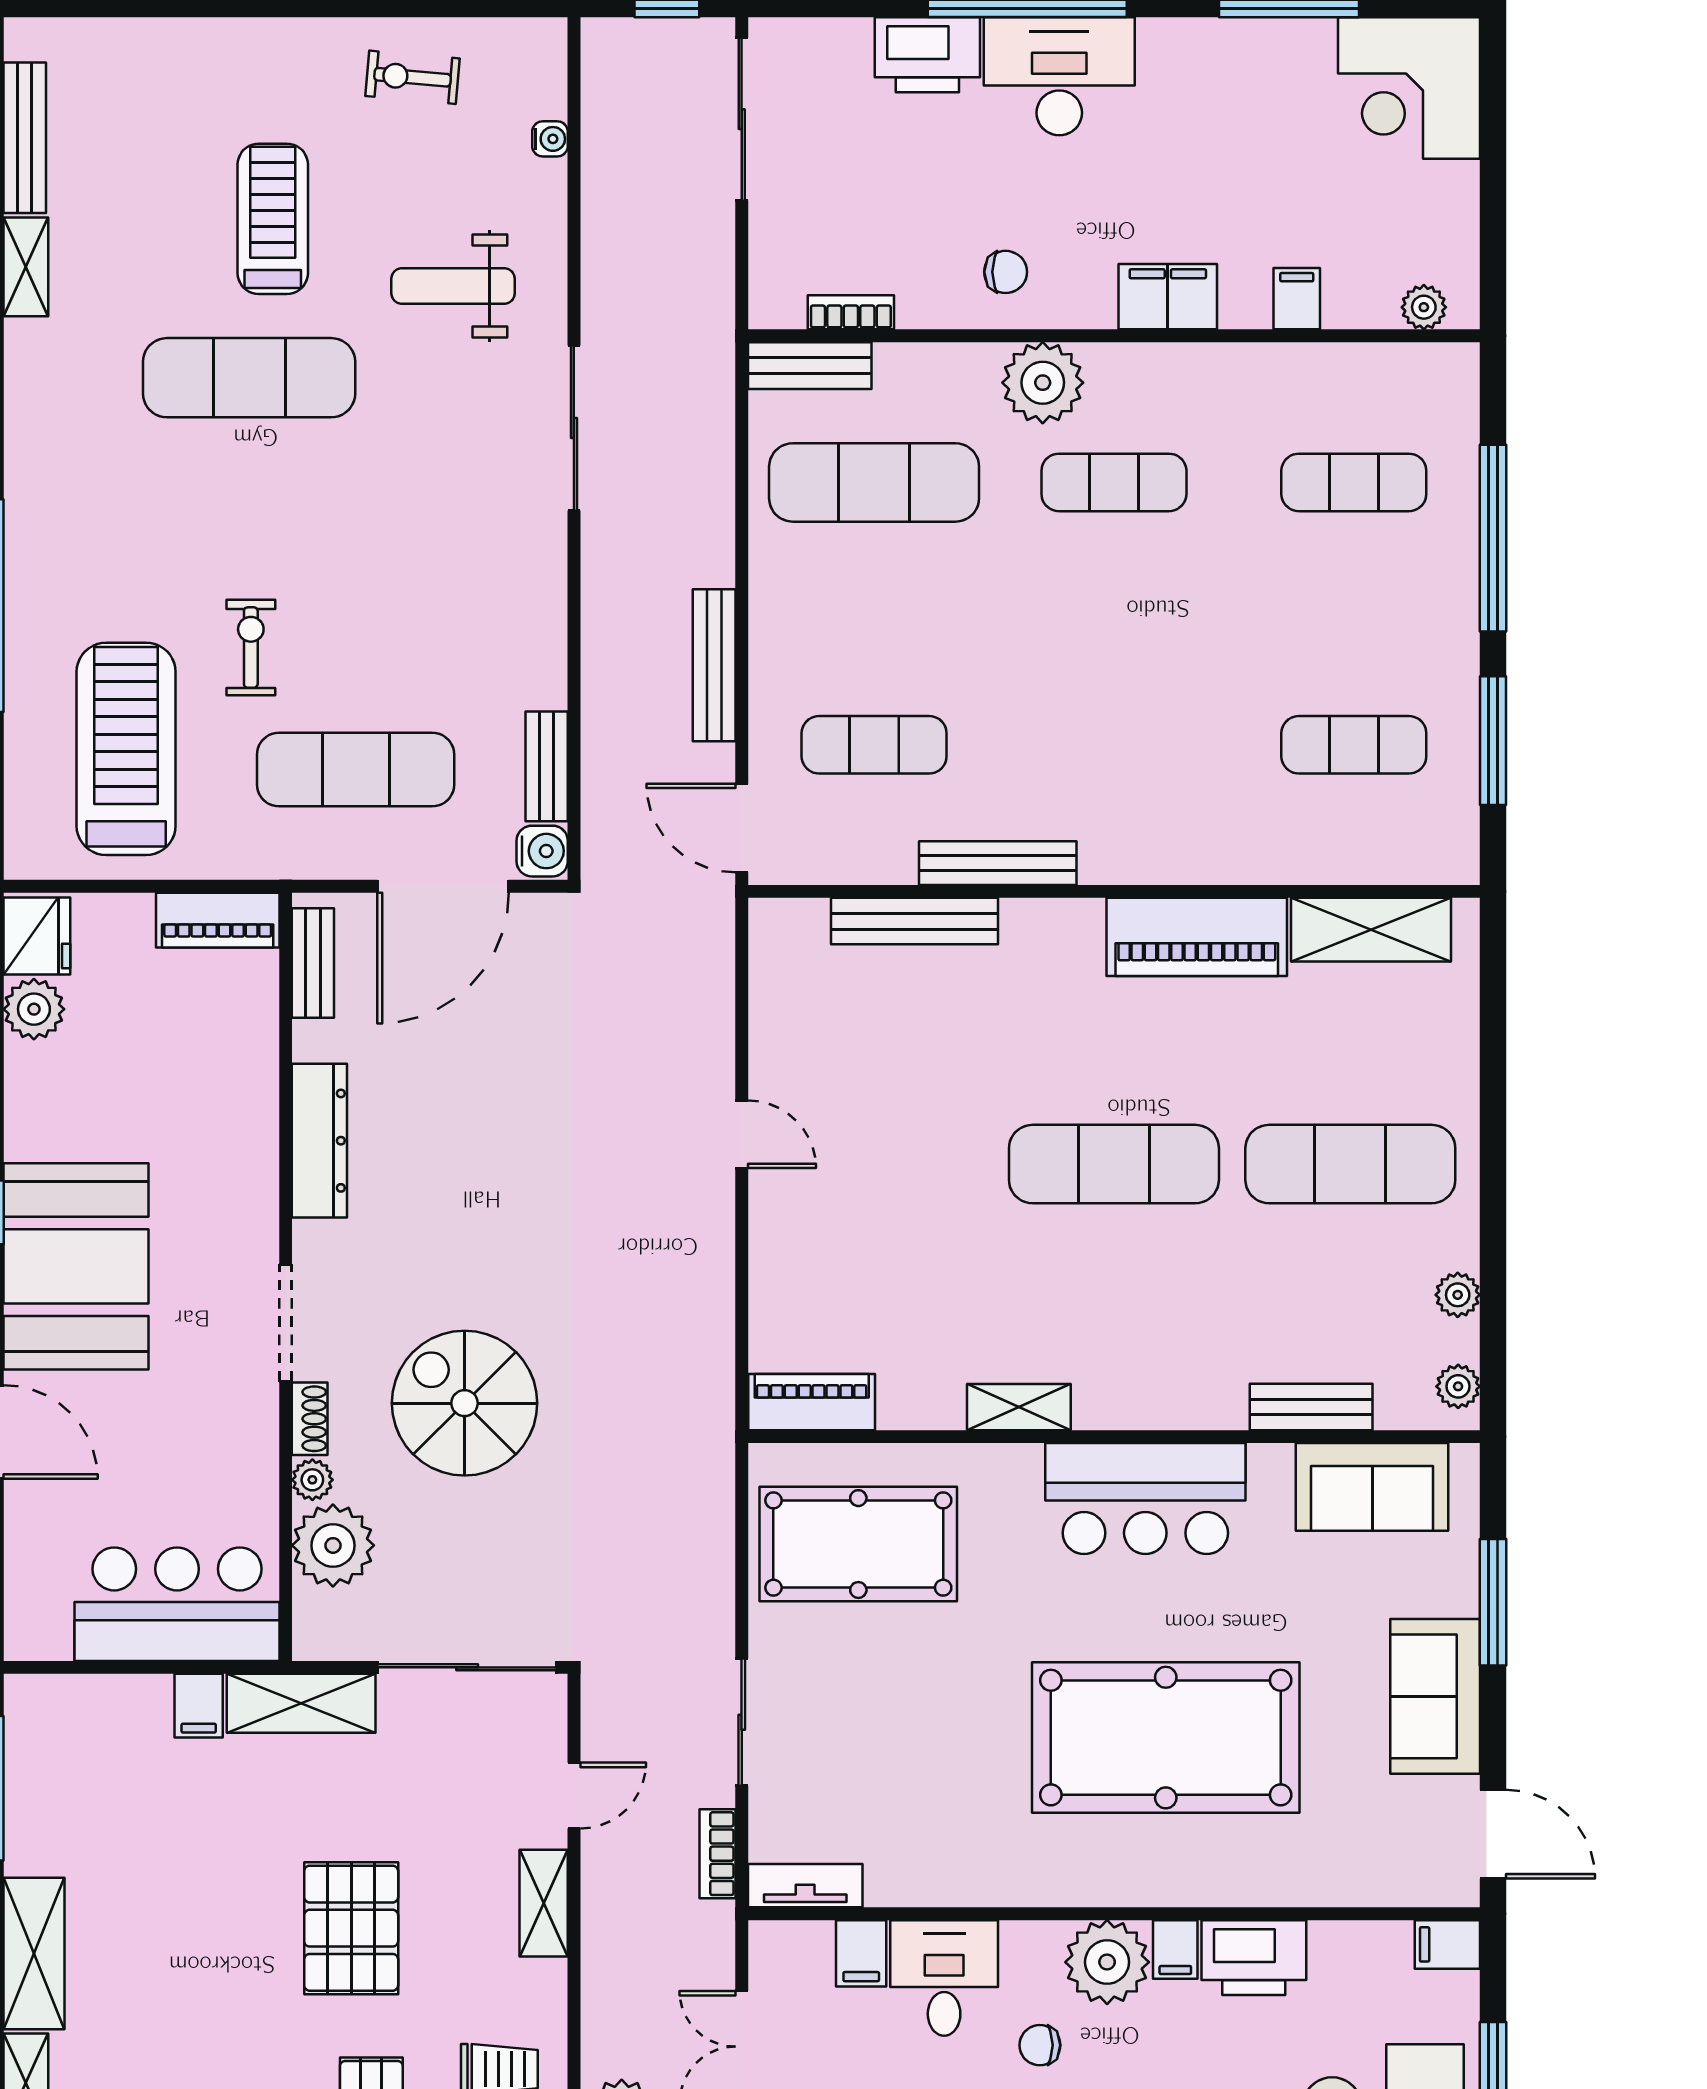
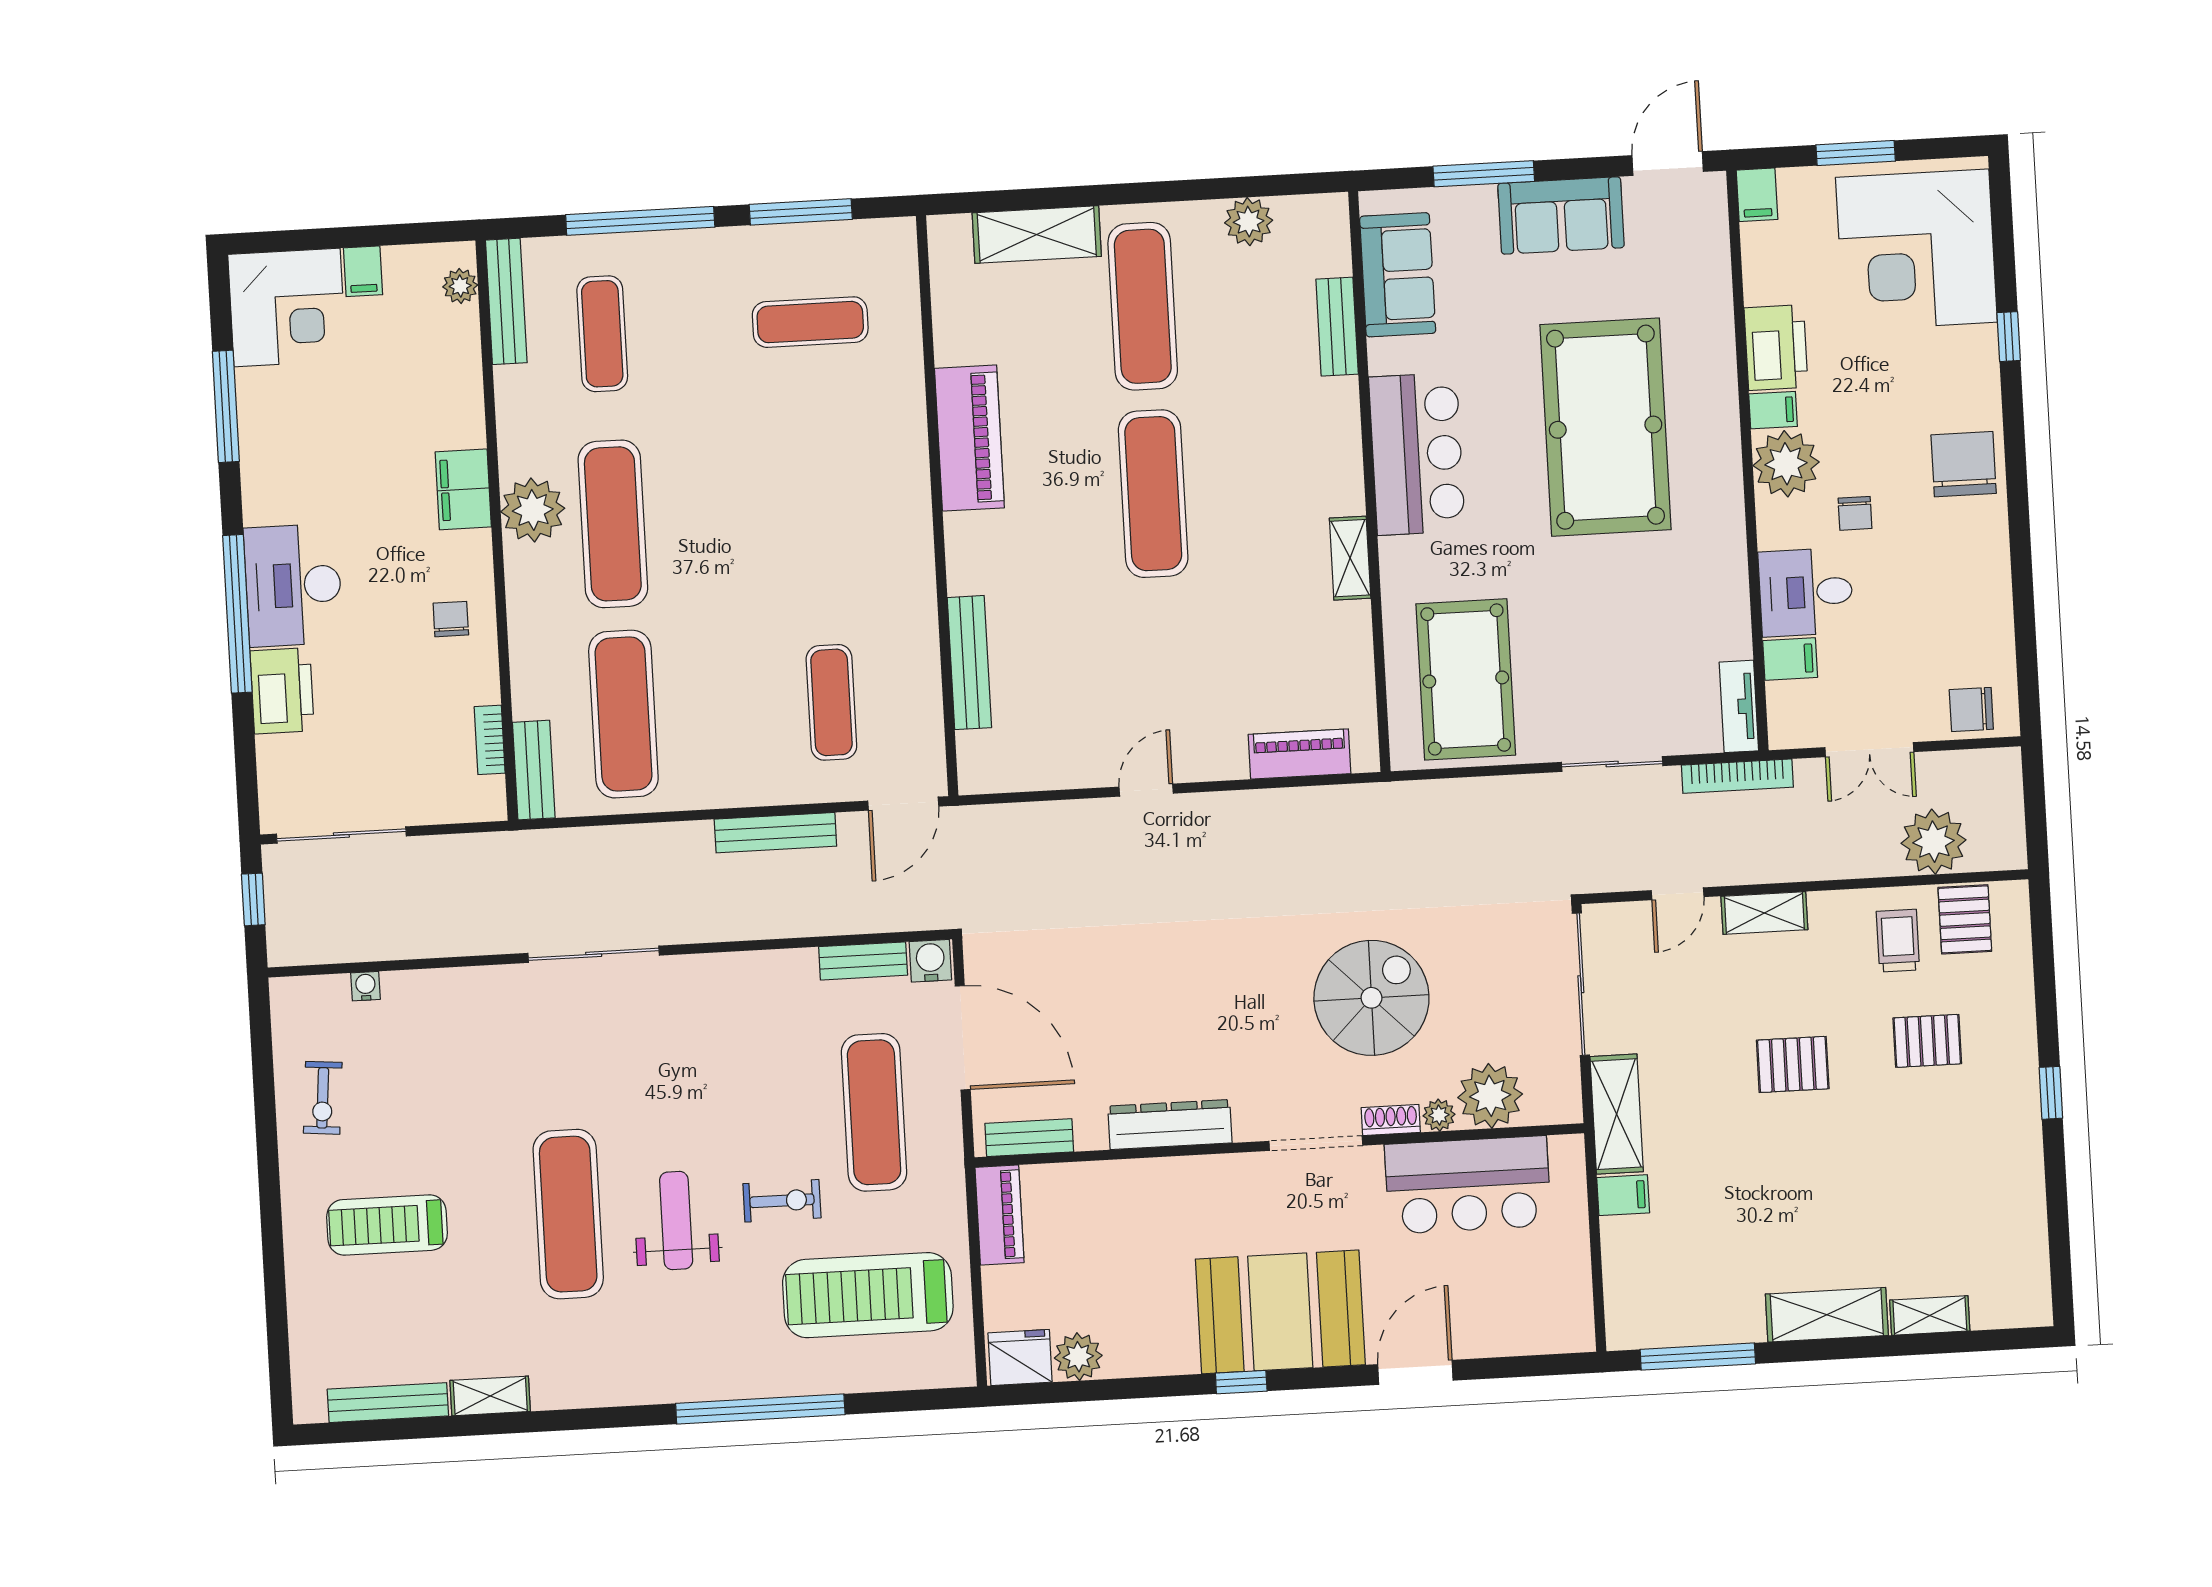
treadmill: (273, 219) -> (387, 1225), moved
weight bench: (453, 286) -> (676, 1220), moved, turned 180
filing cabinet: (1297, 299) -> (363, 271), moved, turned -90
plant: (1043, 383) -> (533, 510), moved
exercise mat: (1114, 482) -> (613, 524), width x1.36, depth x1.45
exercise bike: (251, 648) -> (782, 1201), turned 180
exercise mat: (1354, 745) -> (810, 322), turned 90
bench: (998, 863) -> (506, 301), moved
shelving: (1371, 930) -> (1037, 235), moved, turned 90
plant: (1458, 1295) -> (1249, 222), width x1.38, depth x1.38
plant: (1458, 1386) -> (1314, 211), removed
piano: (812, 1402) -> (1300, 754), moved, turned 90
spiral stairs: (465, 1403) -> (1371, 998), turned 180
bar counter: (177, 1604) -> (1468, 1185), moved, turned -90
door: (574, 1795) -> (1678, 894), swing flipped
bookcase: (718, 1854) -> (1737, 776), width x1.56
pallet: (351, 1928) -> (1793, 1064), width x0.67, depth x0.71

